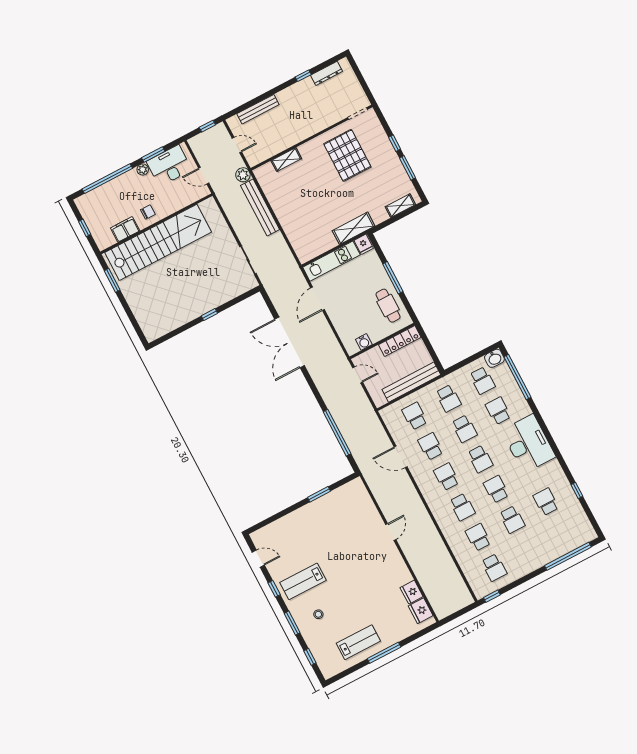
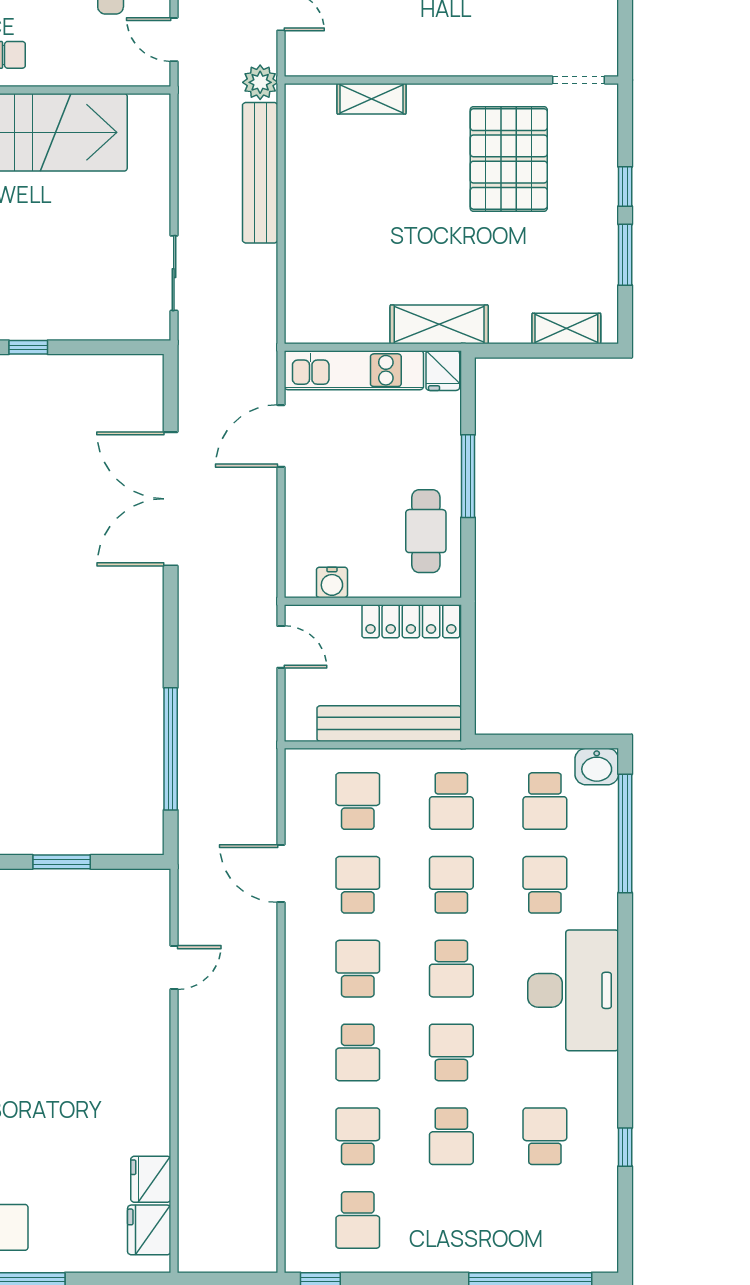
school desk: (464, 429) -> (451, 885), turned 180
door: (391, 532) -> (174, 967), moved

